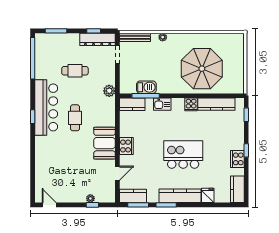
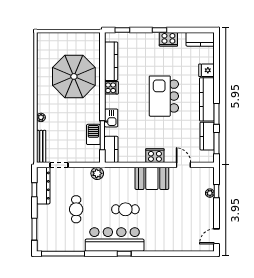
kitchen counter: (133, 196) -> (207, 136), moved

